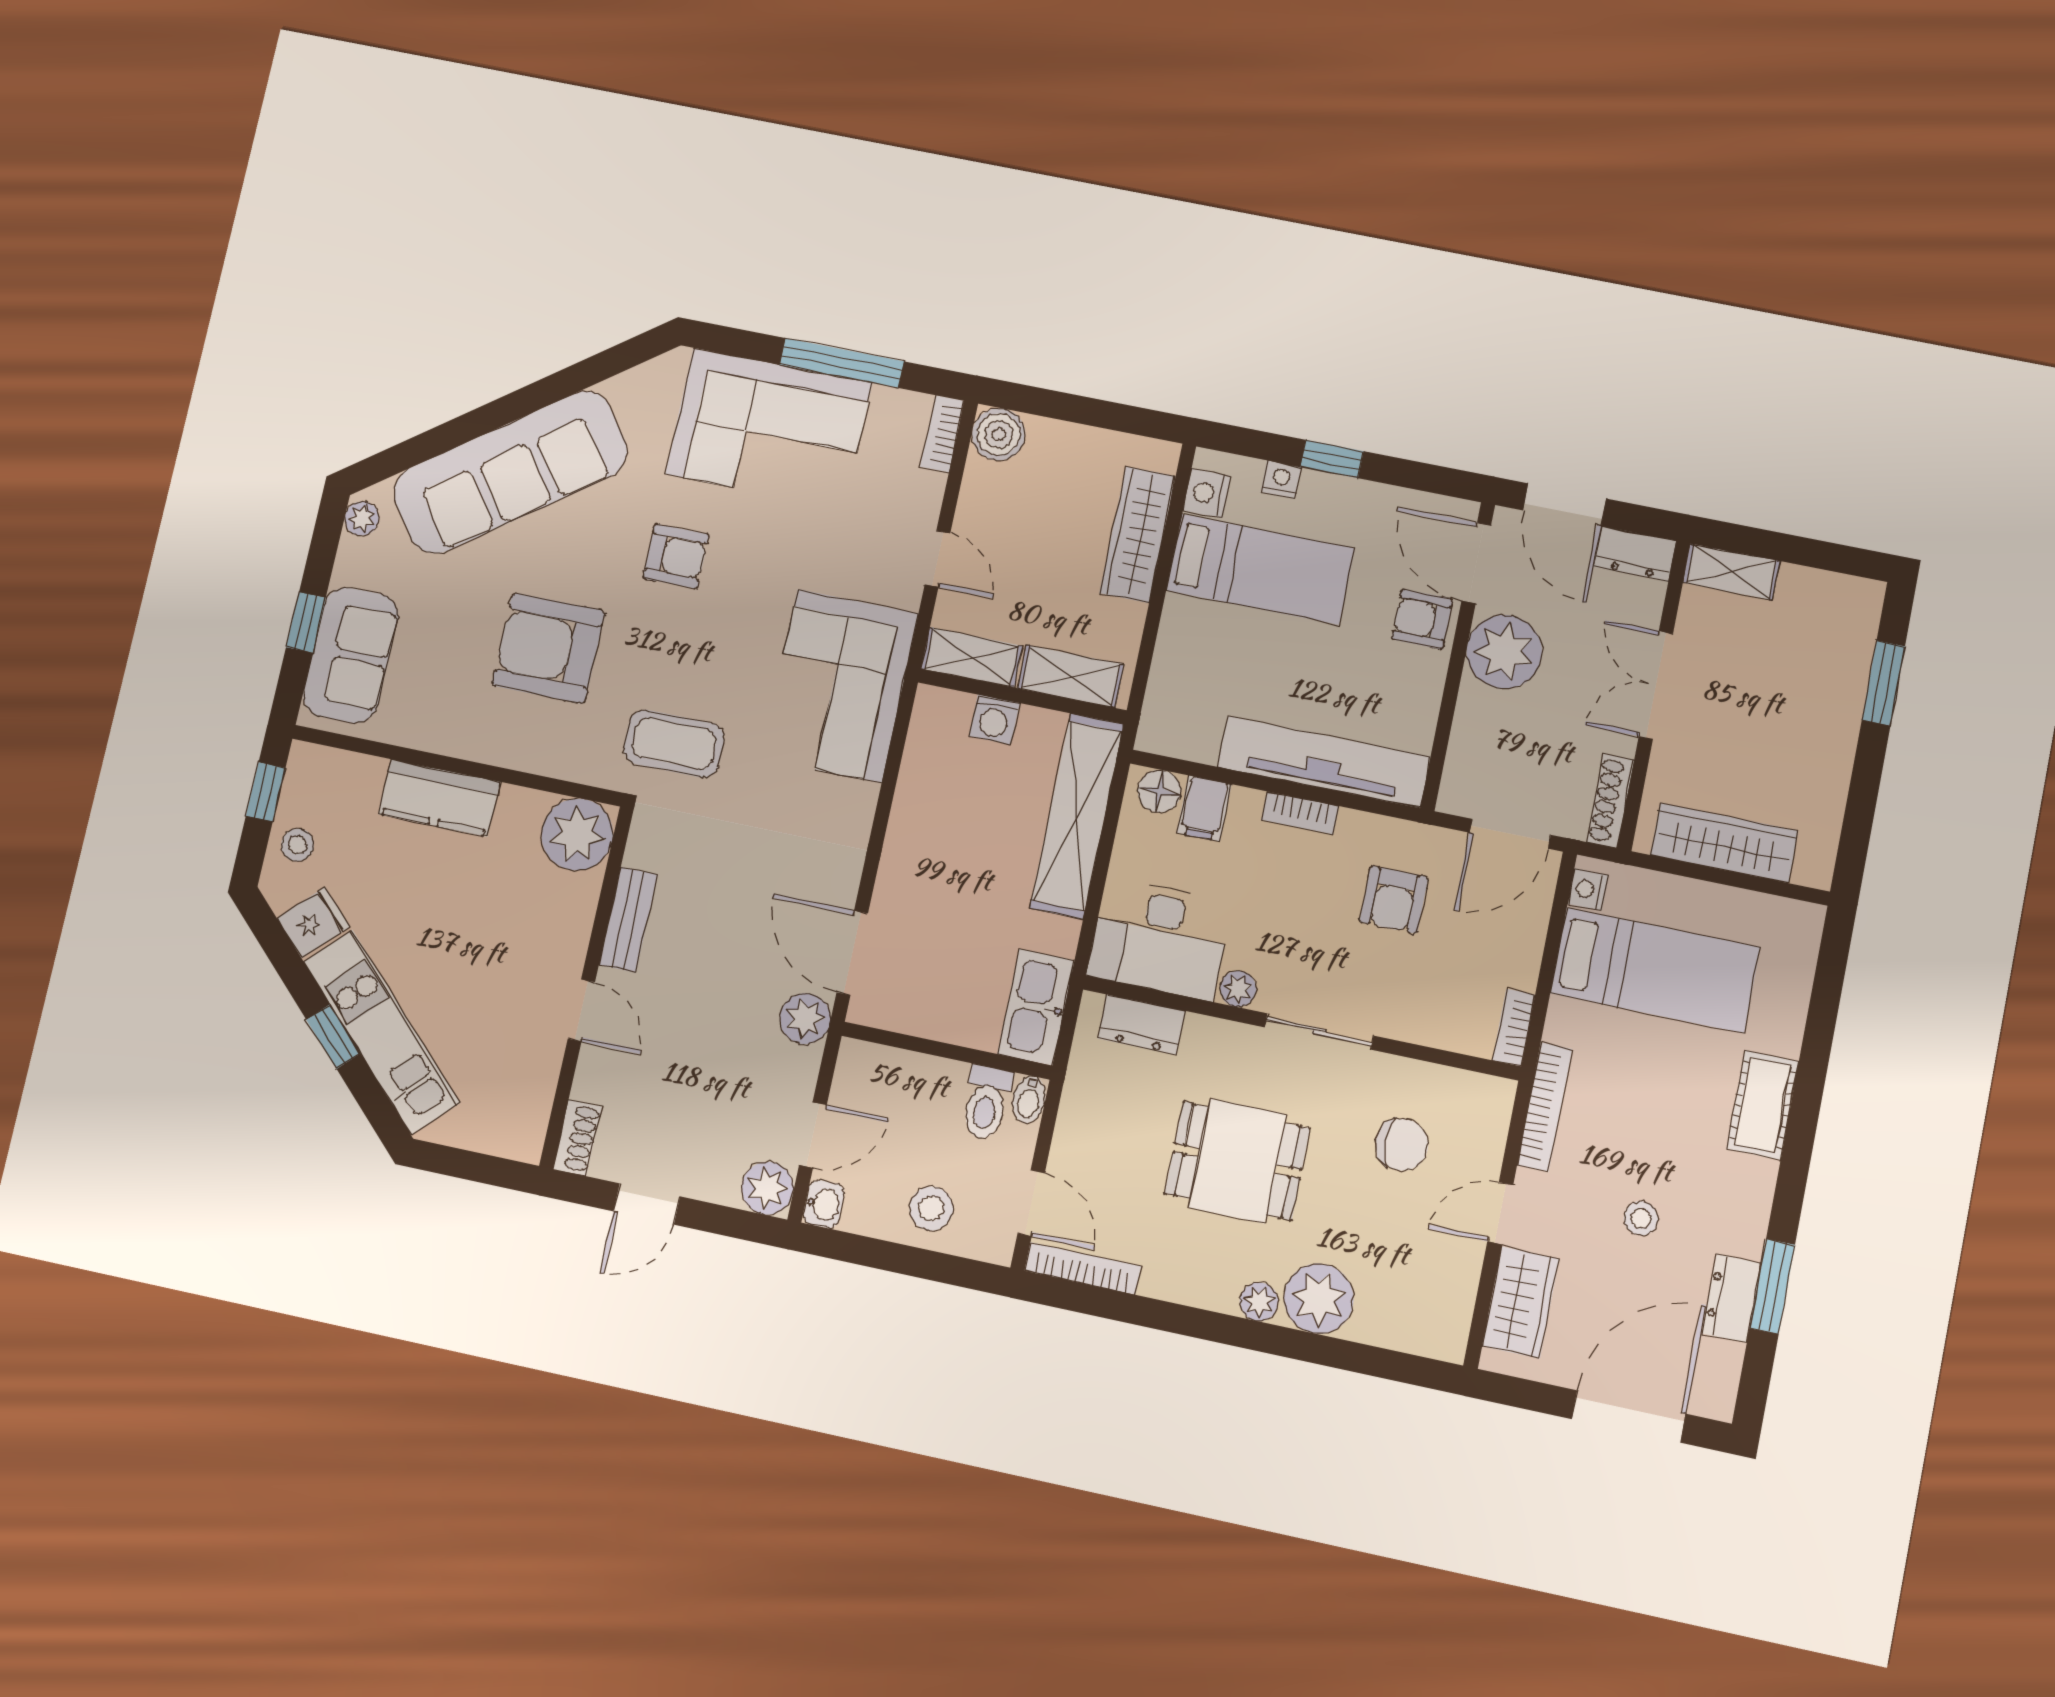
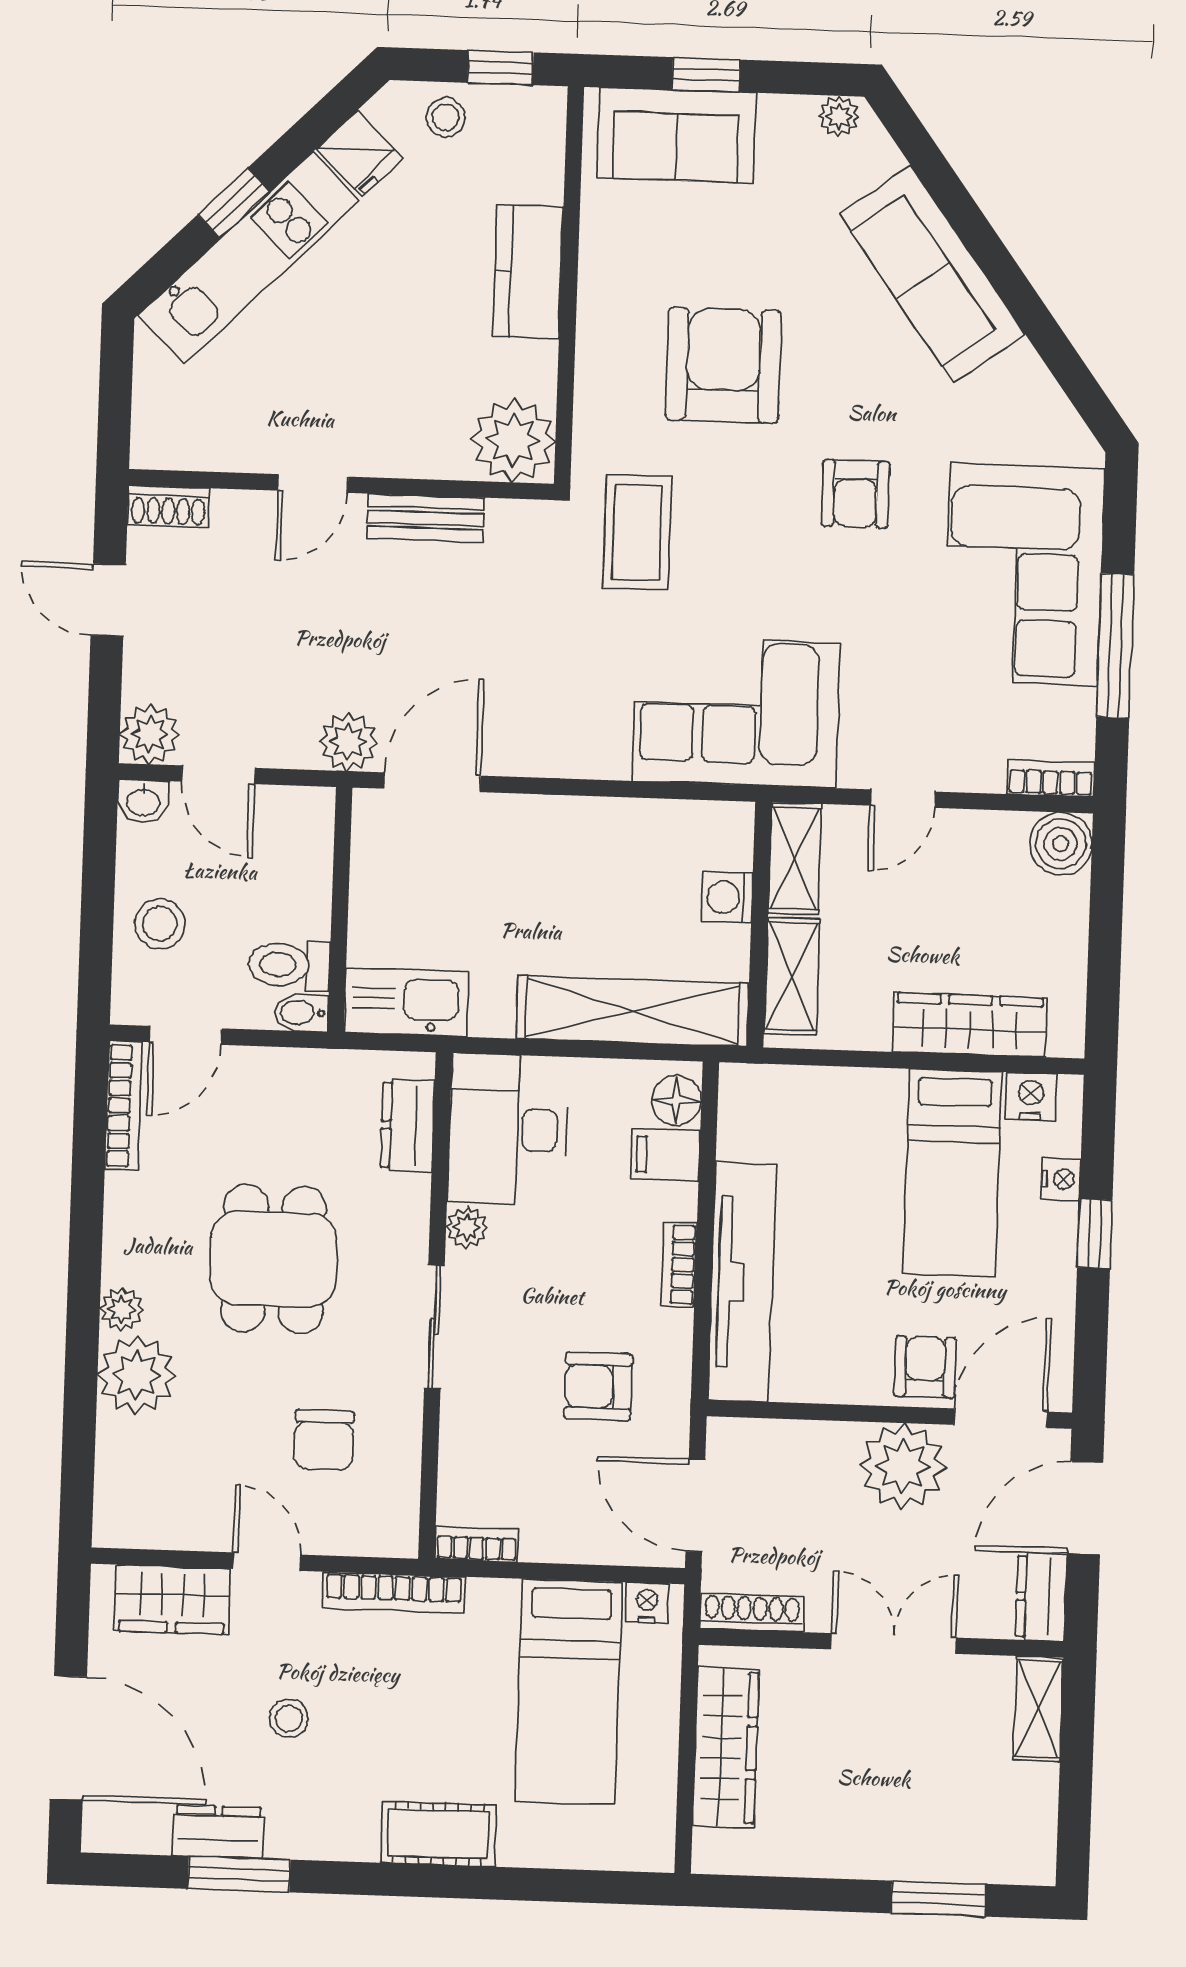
sofa: (510, 472) -> (932, 274), width x0.74, depth x0.79

